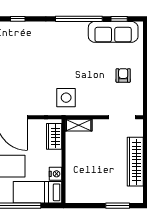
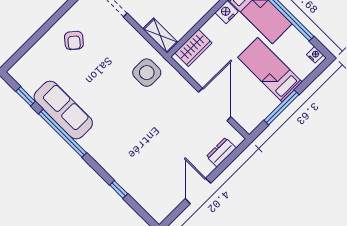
sofa: (113, 32) -> (63, 110), moved
armchair: (123, 75) -> (74, 40), turned -50

